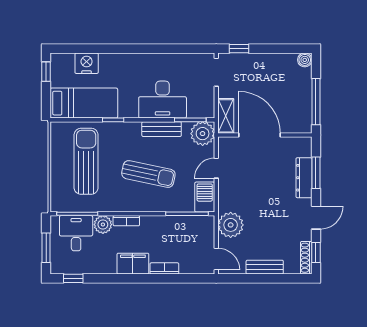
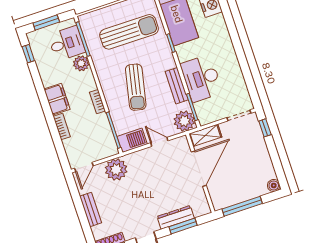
bookcase: (126, 221) -> (97, 102), moved

